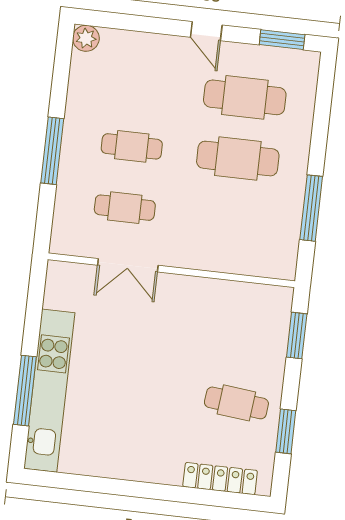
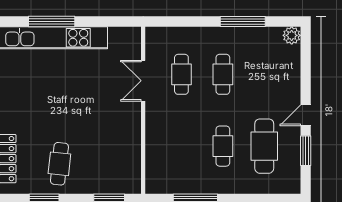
window: (282, 40) -> (306, 151), moved
window: (52, 151) -> (243, 22), moved
cafe table: (238, 159) -> (223, 146), width x0.73, depth x0.74

